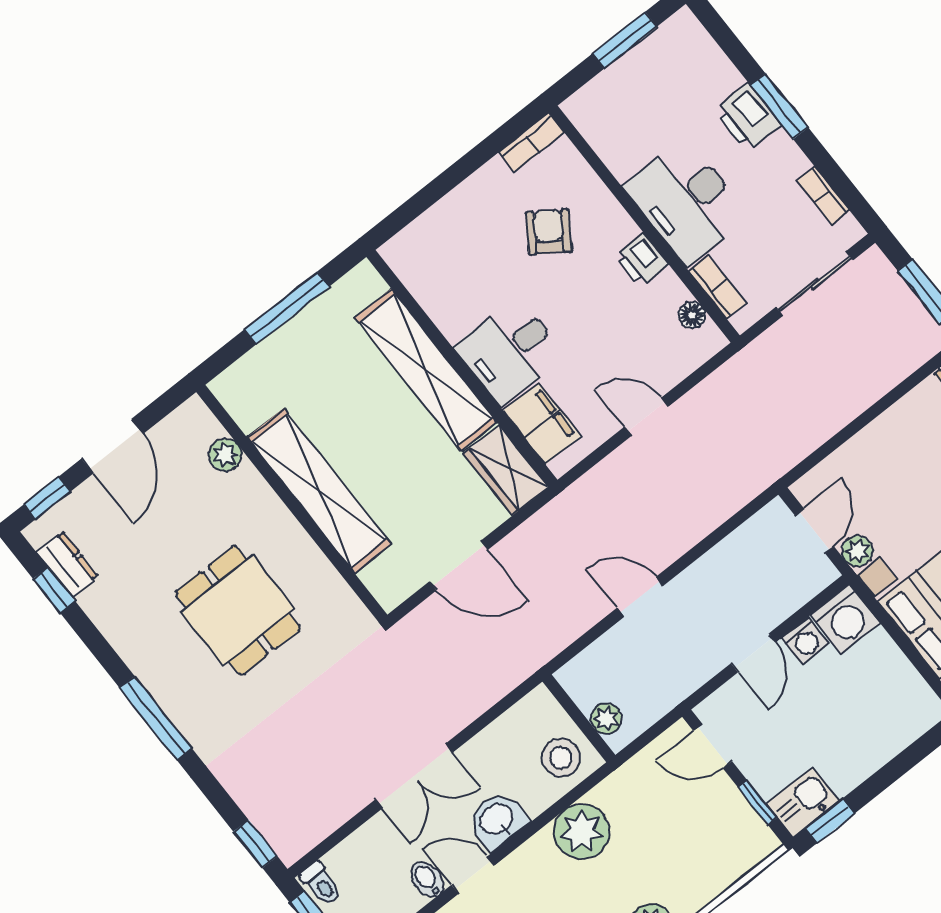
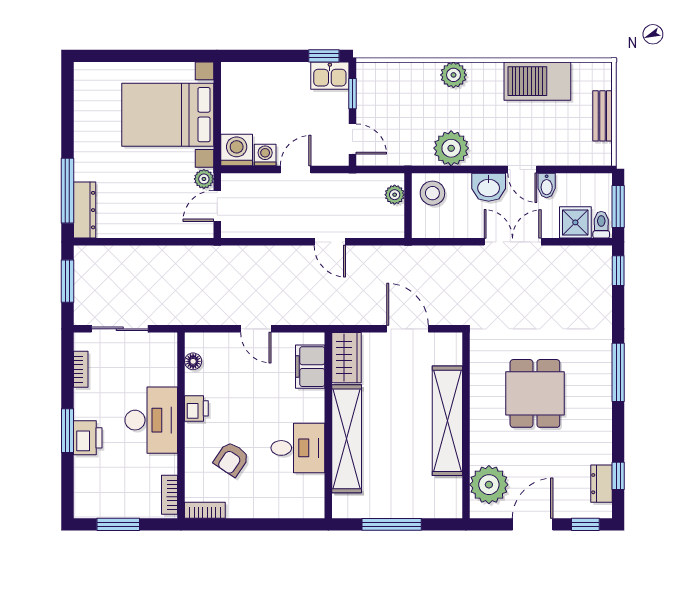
bookcase: (717, 287) -> (170, 495), moved
desk: (510, 351) -> (298, 448), moved
plant: (225, 455) -> (489, 485), width x1.88, depth x1.88
shower: (355, 861) -> (575, 222), added

